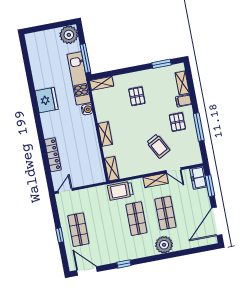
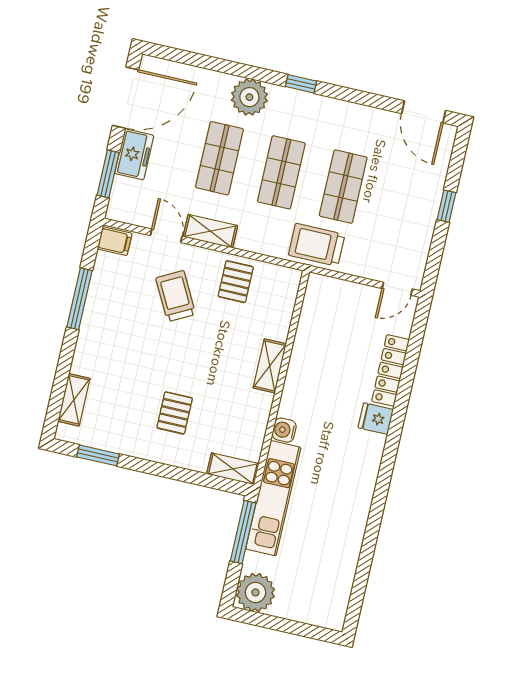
fridge: (47, 100) -> (376, 419), moved, width x0.53, depth x0.75
filing cabinet: (184, 101) -> (115, 241), moved
pallet: (177, 122) -> (236, 282), moved
shelving: (112, 169) -> (287, 292), removed
freezer: (198, 178) -> (134, 154), moved
trolley: (120, 191) -> (317, 245), moved, turned 180
shop shelf: (78, 230) -> (343, 187), moved
window: (124, 264) -> (301, 84), moved

